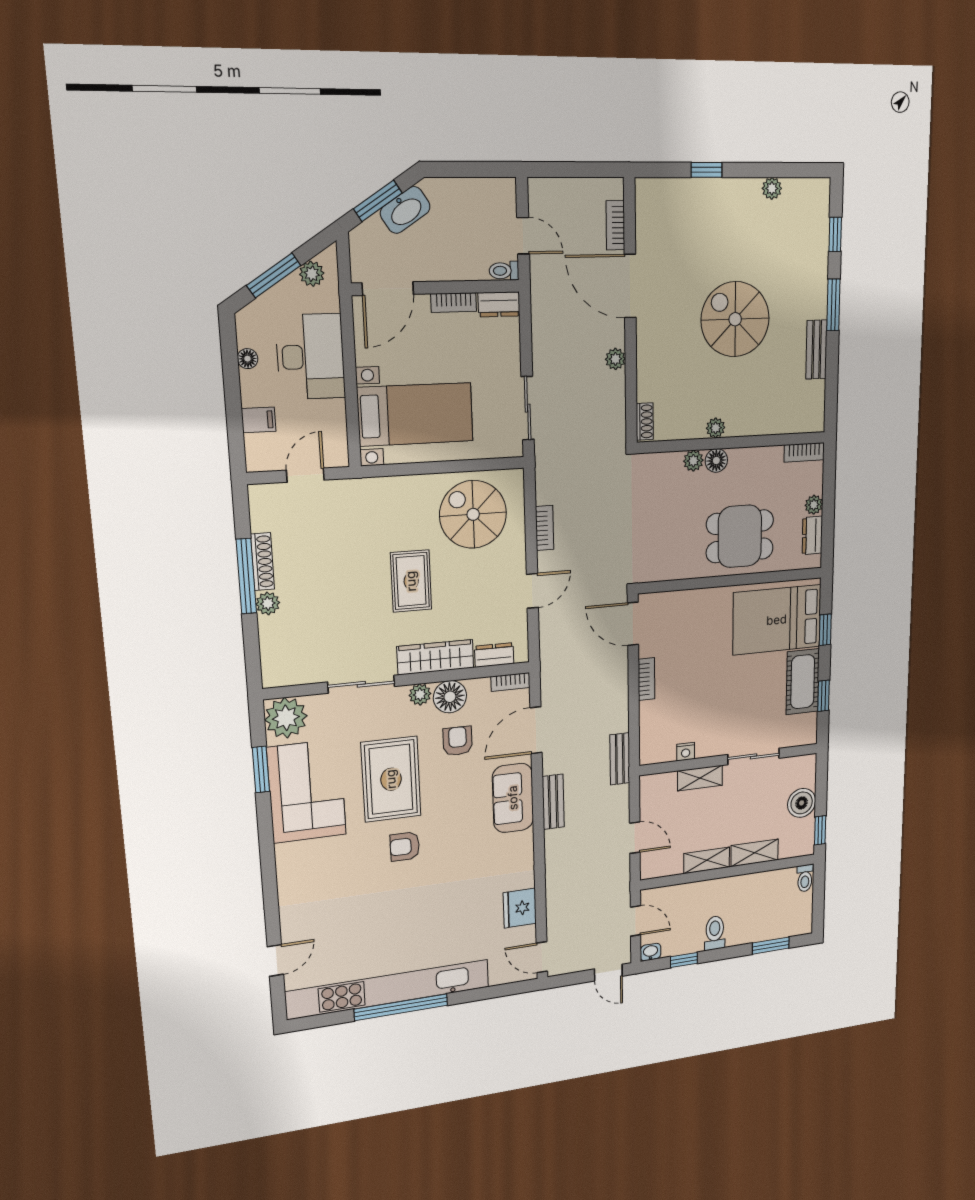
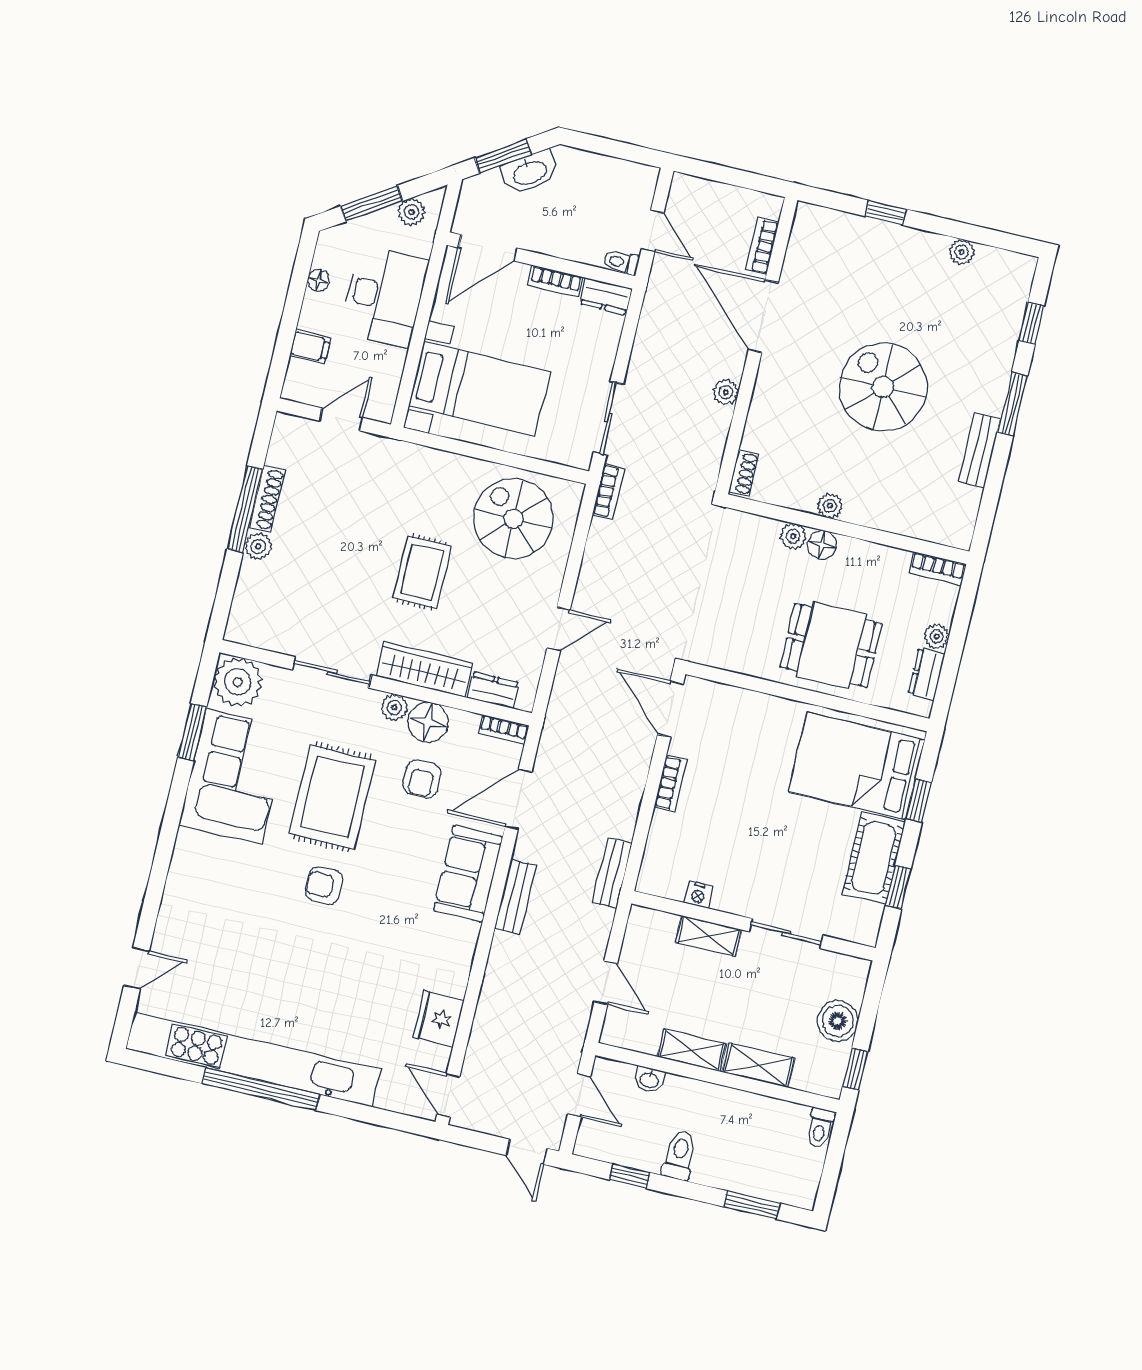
bookcase: (545, 528) -> (608, 492), moved
armchair: (458, 741) -> (422, 779), turned 180
washbasin: (650, 952) -> (649, 1080), moved, turned 180

